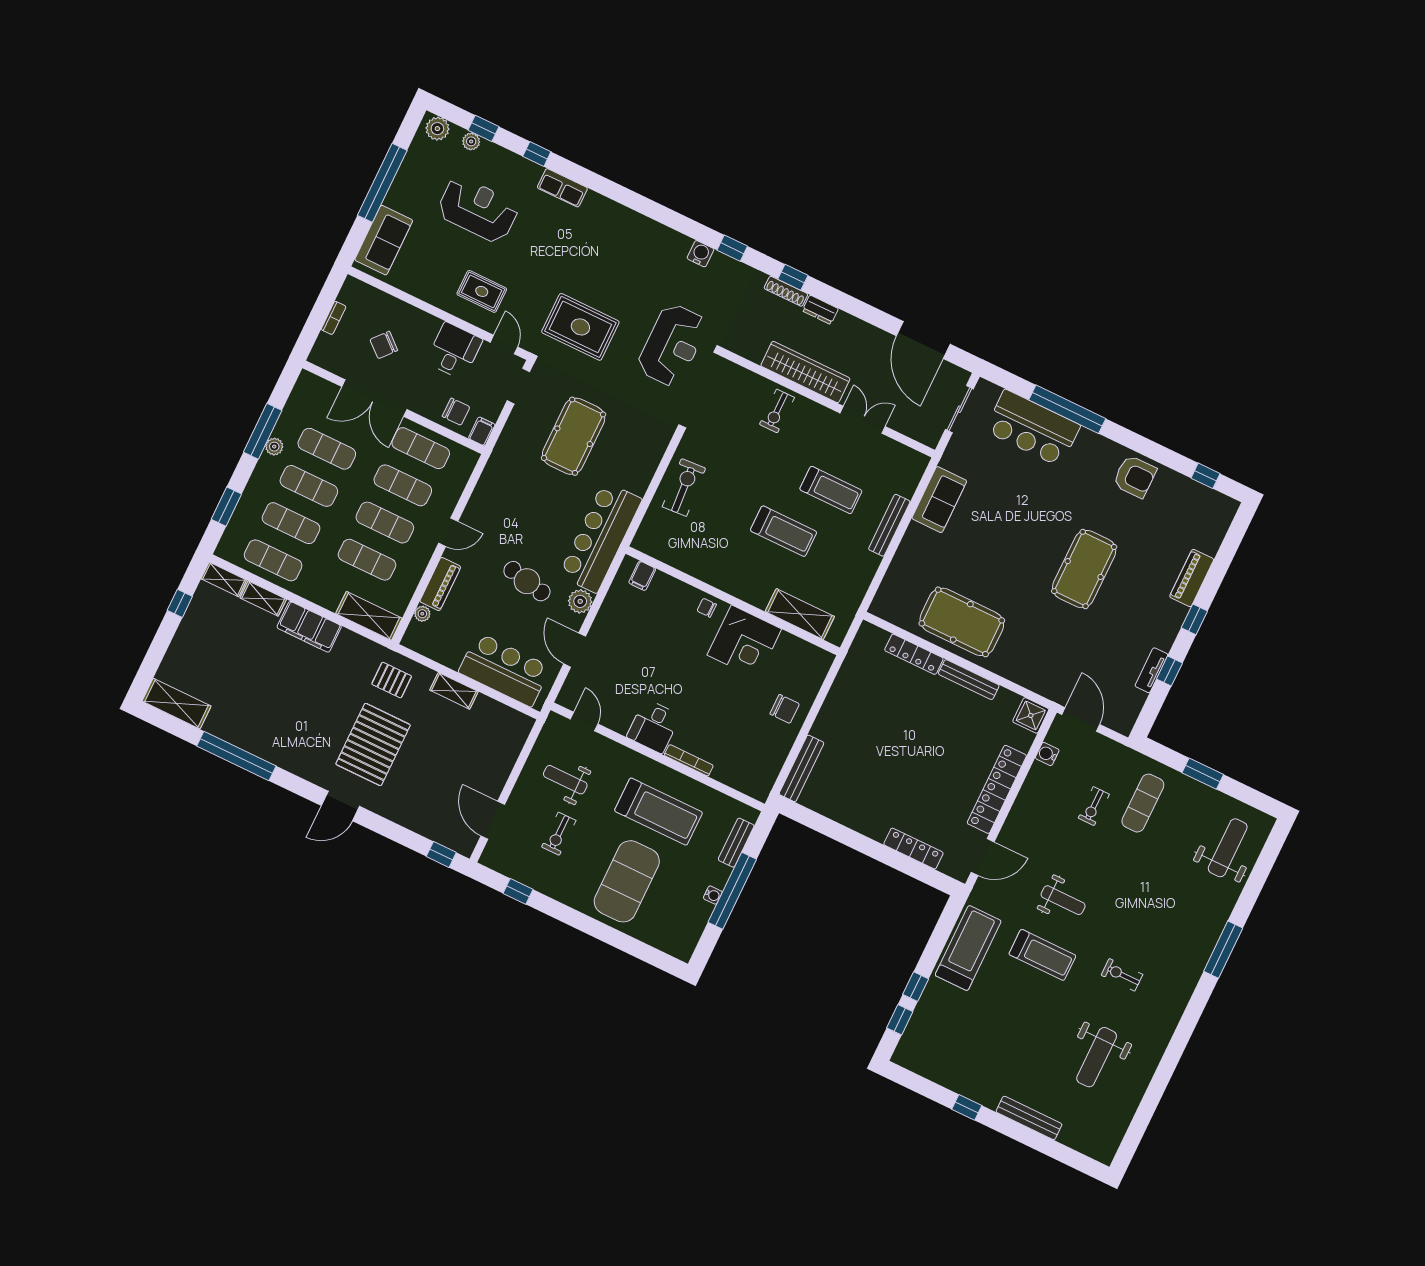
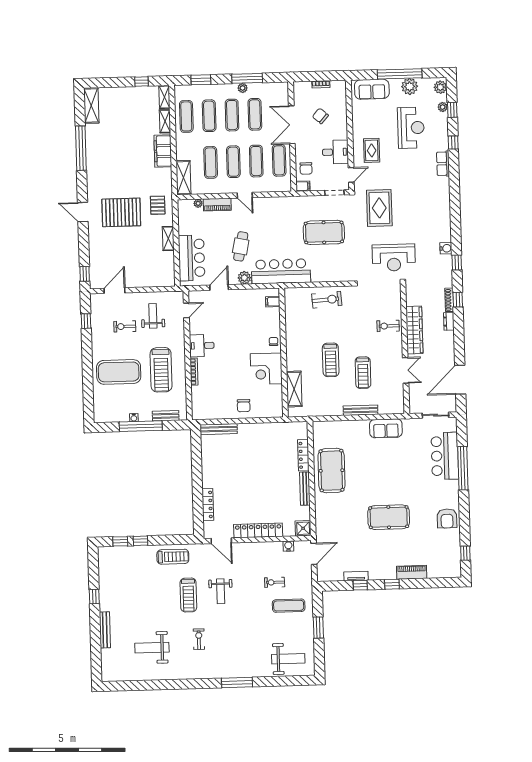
plant: (411, 177) -> (410, 86), added
treadmill: (968, 948) -> (173, 557), width x0.73, depth x0.73

